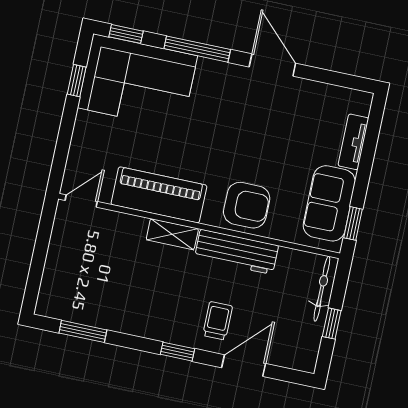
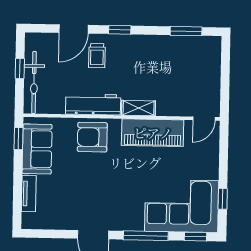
bicycle: (322, 289) -> (34, 82), width x1.37, depth x1.40

